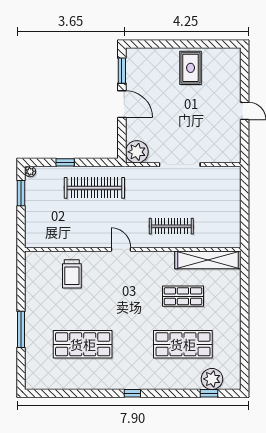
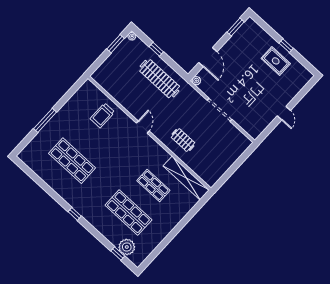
window: (187, 44) -> (286, 46), added
rug: (191, 68) -> (276, 61), turned 90
door: (122, 104) -> (208, 57), moved
plant: (137, 152) -> (196, 81), width x0.53, depth x0.53
clothes rail: (171, 226) -> (183, 140), width x0.73

